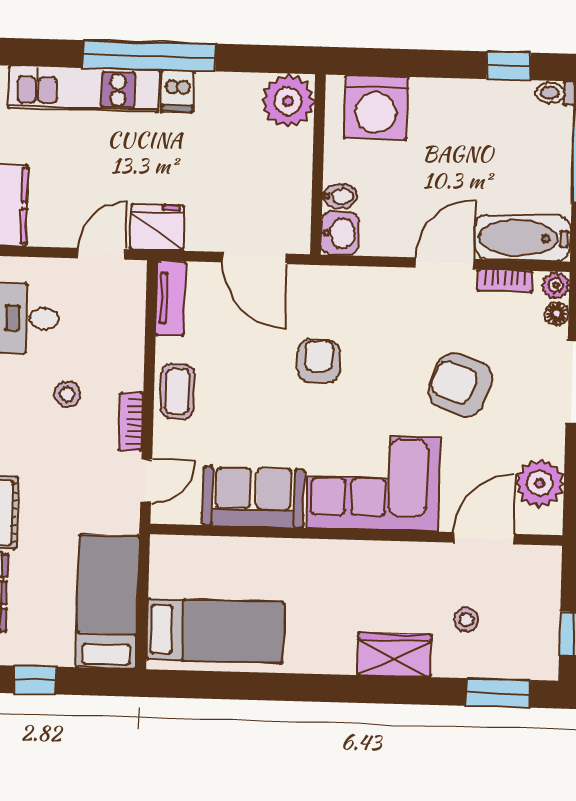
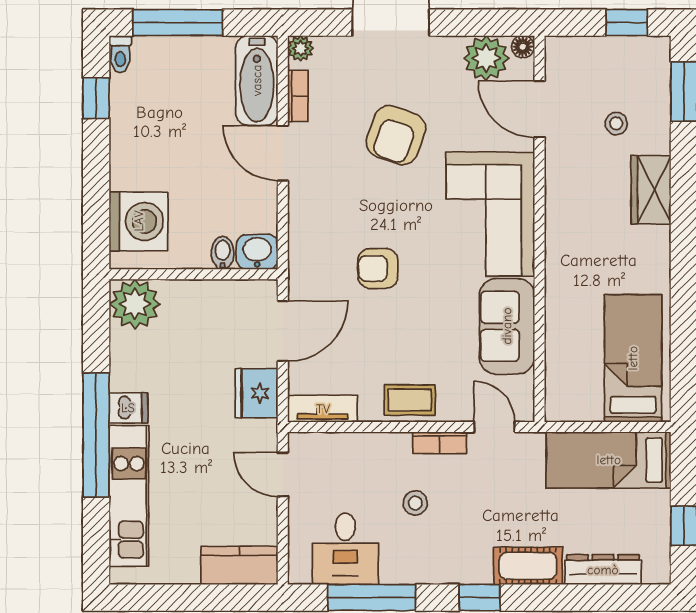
fridge: (157, 227) -> (257, 393), moved
floor lamp: (557, 314) -> (523, 47), moved

